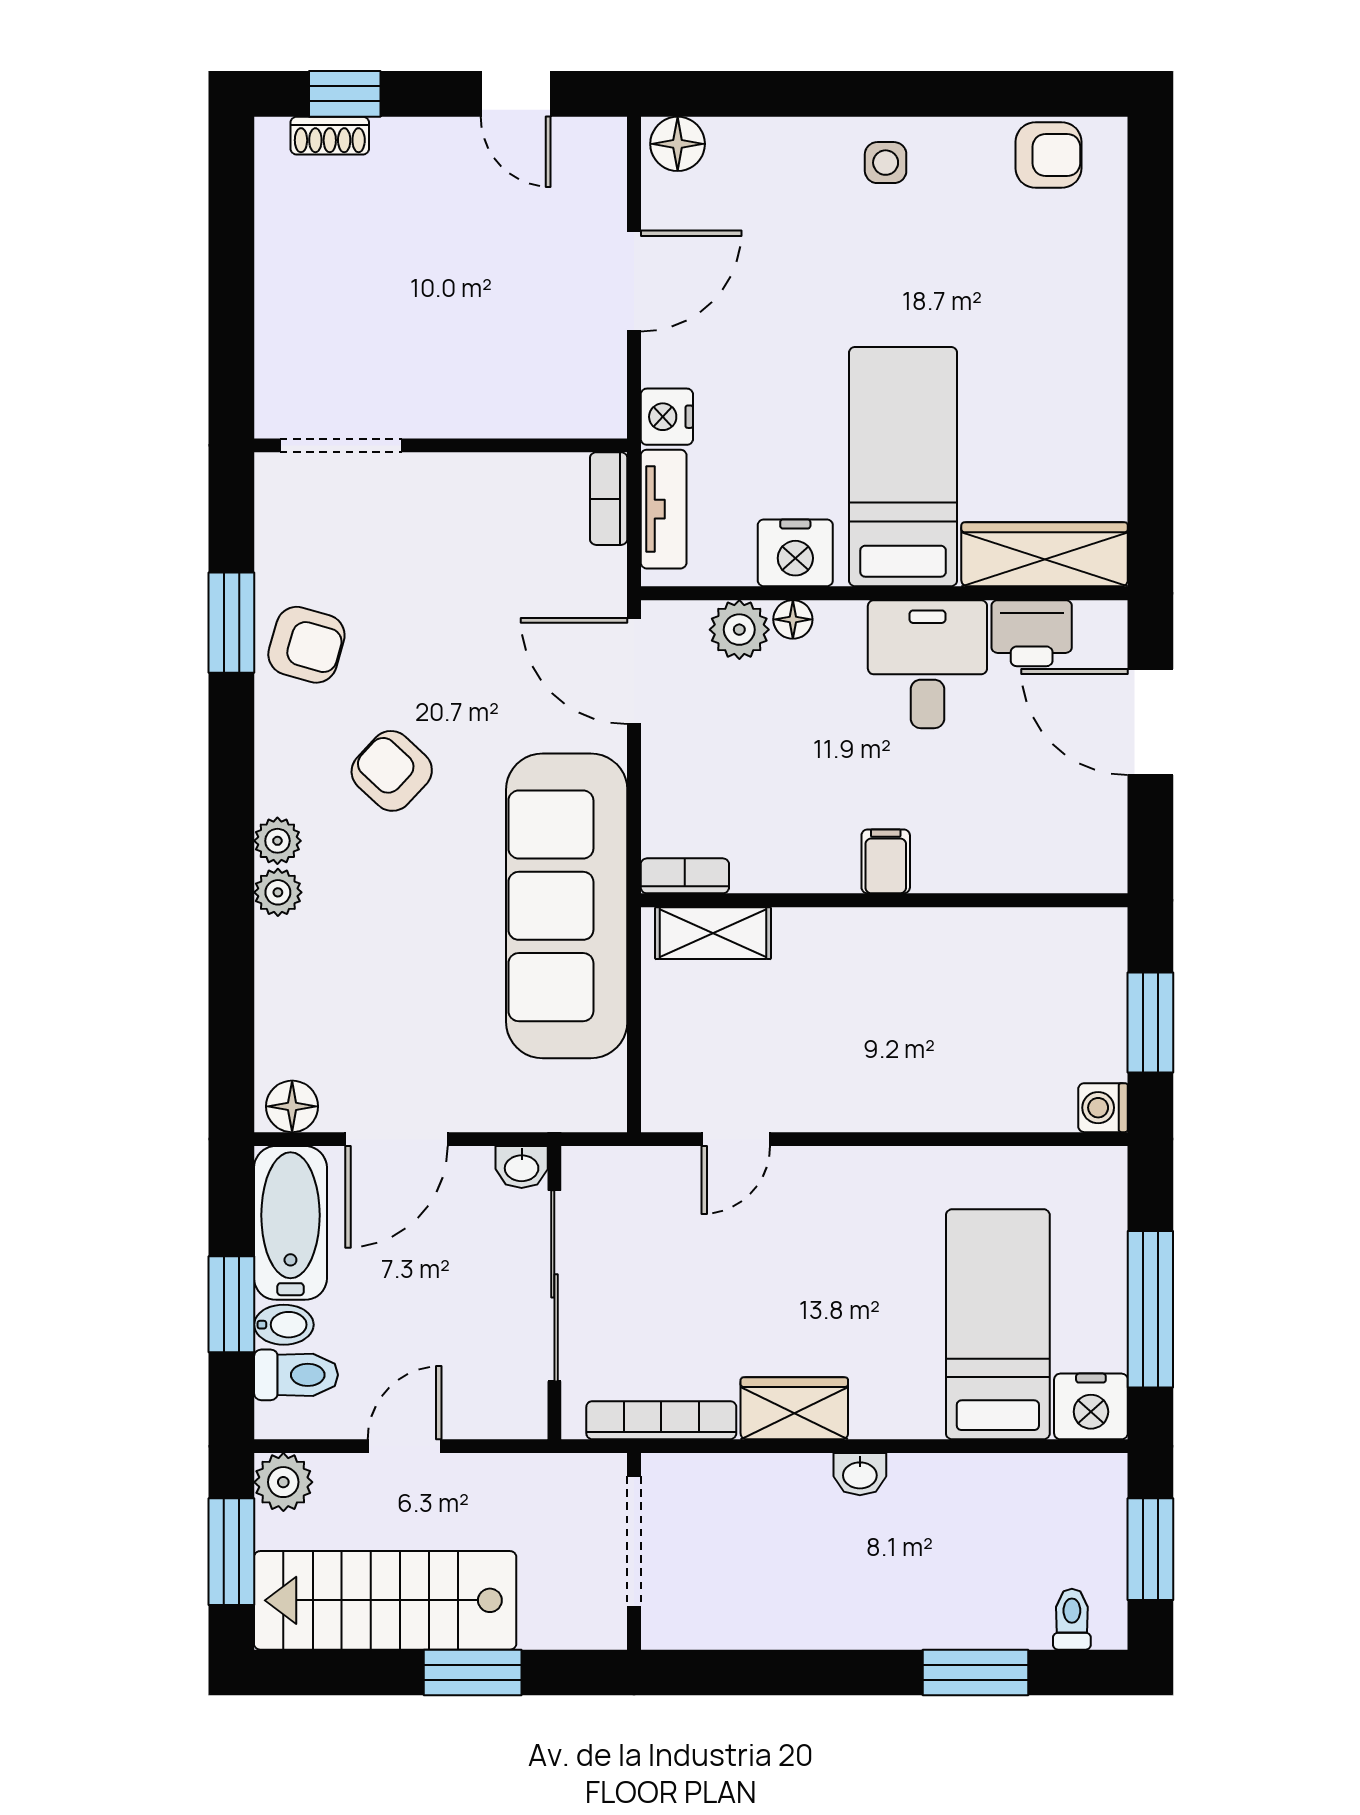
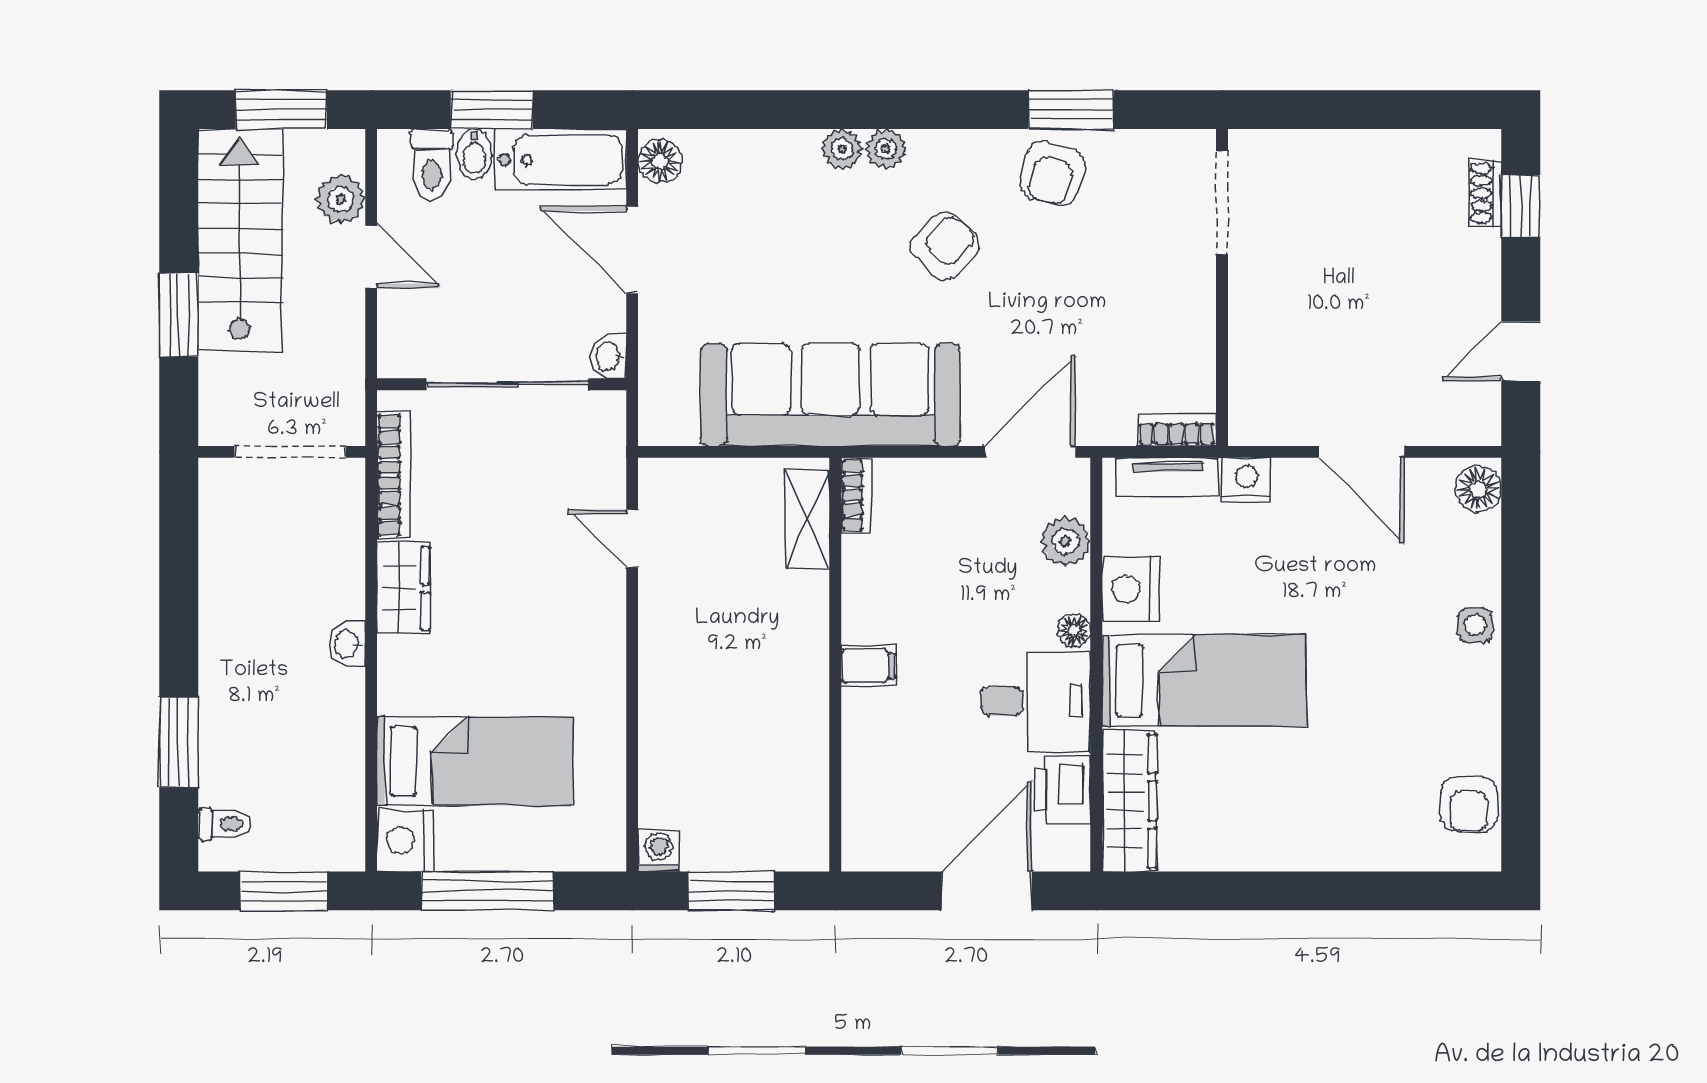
side table: (886, 163) -> (1475, 625), moved
floor lamp: (793, 619) -> (1074, 630), moved
plant: (283, 1482) -> (341, 199), moved

